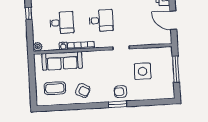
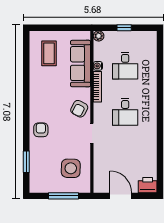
window: (29, 13) -> (124, 28), moved
door: (173, 20) -> (121, 196), hinge flipped
side table: (143, 71) -> (71, 168), moved
armchair: (83, 91) -> (79, 109), moved
window: (118, 104) -> (26, 162), moved

